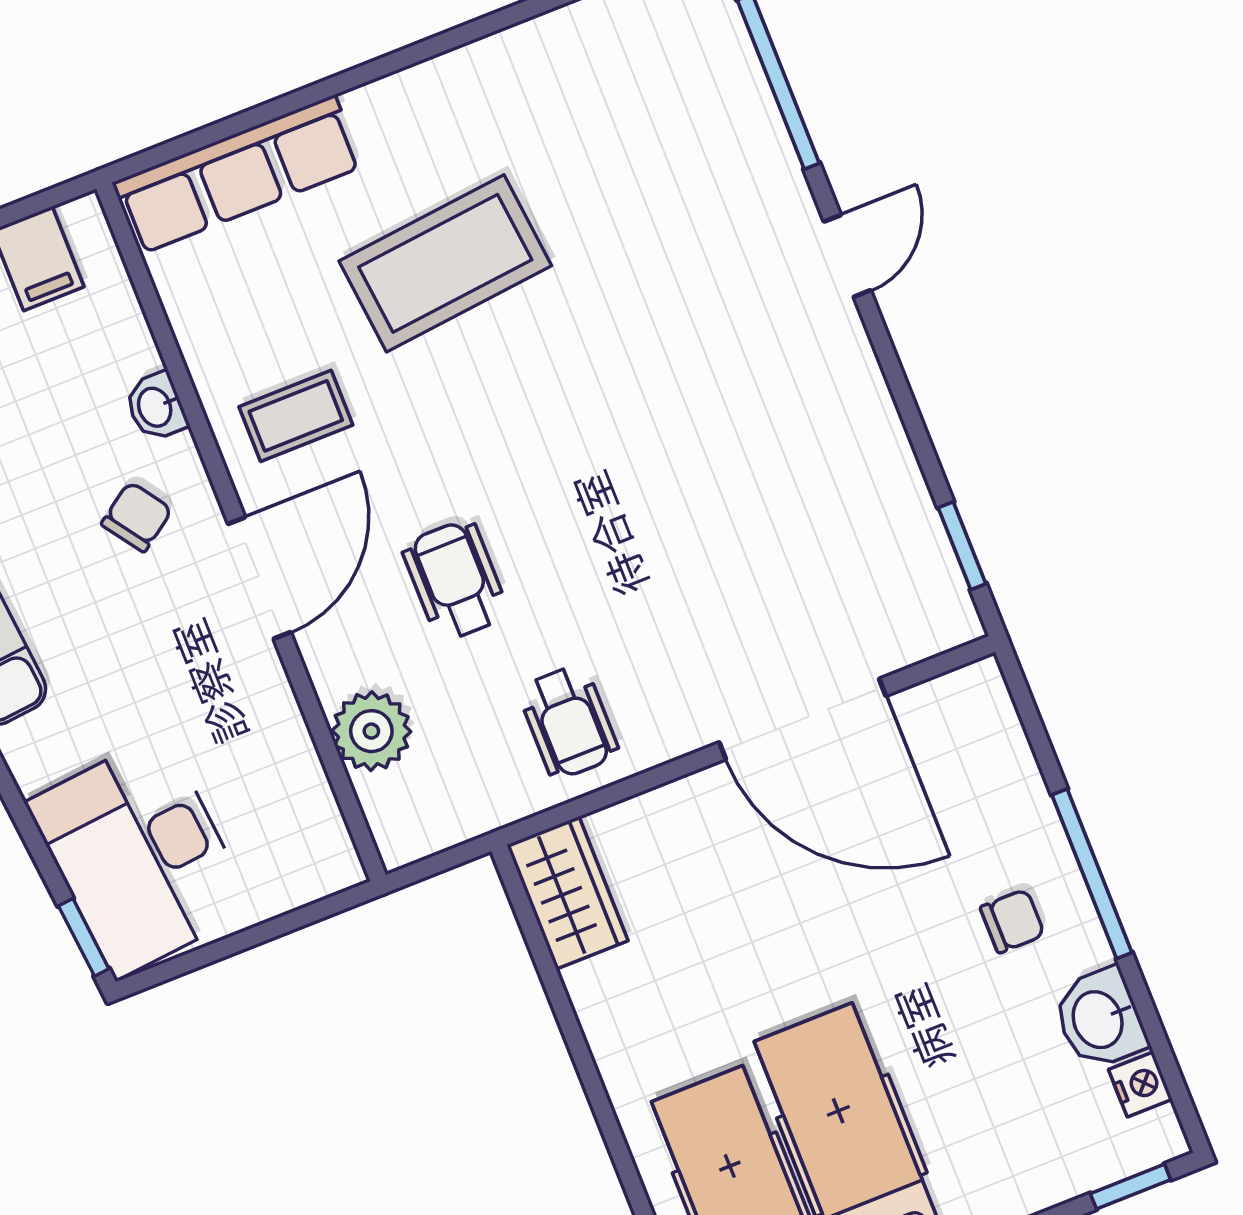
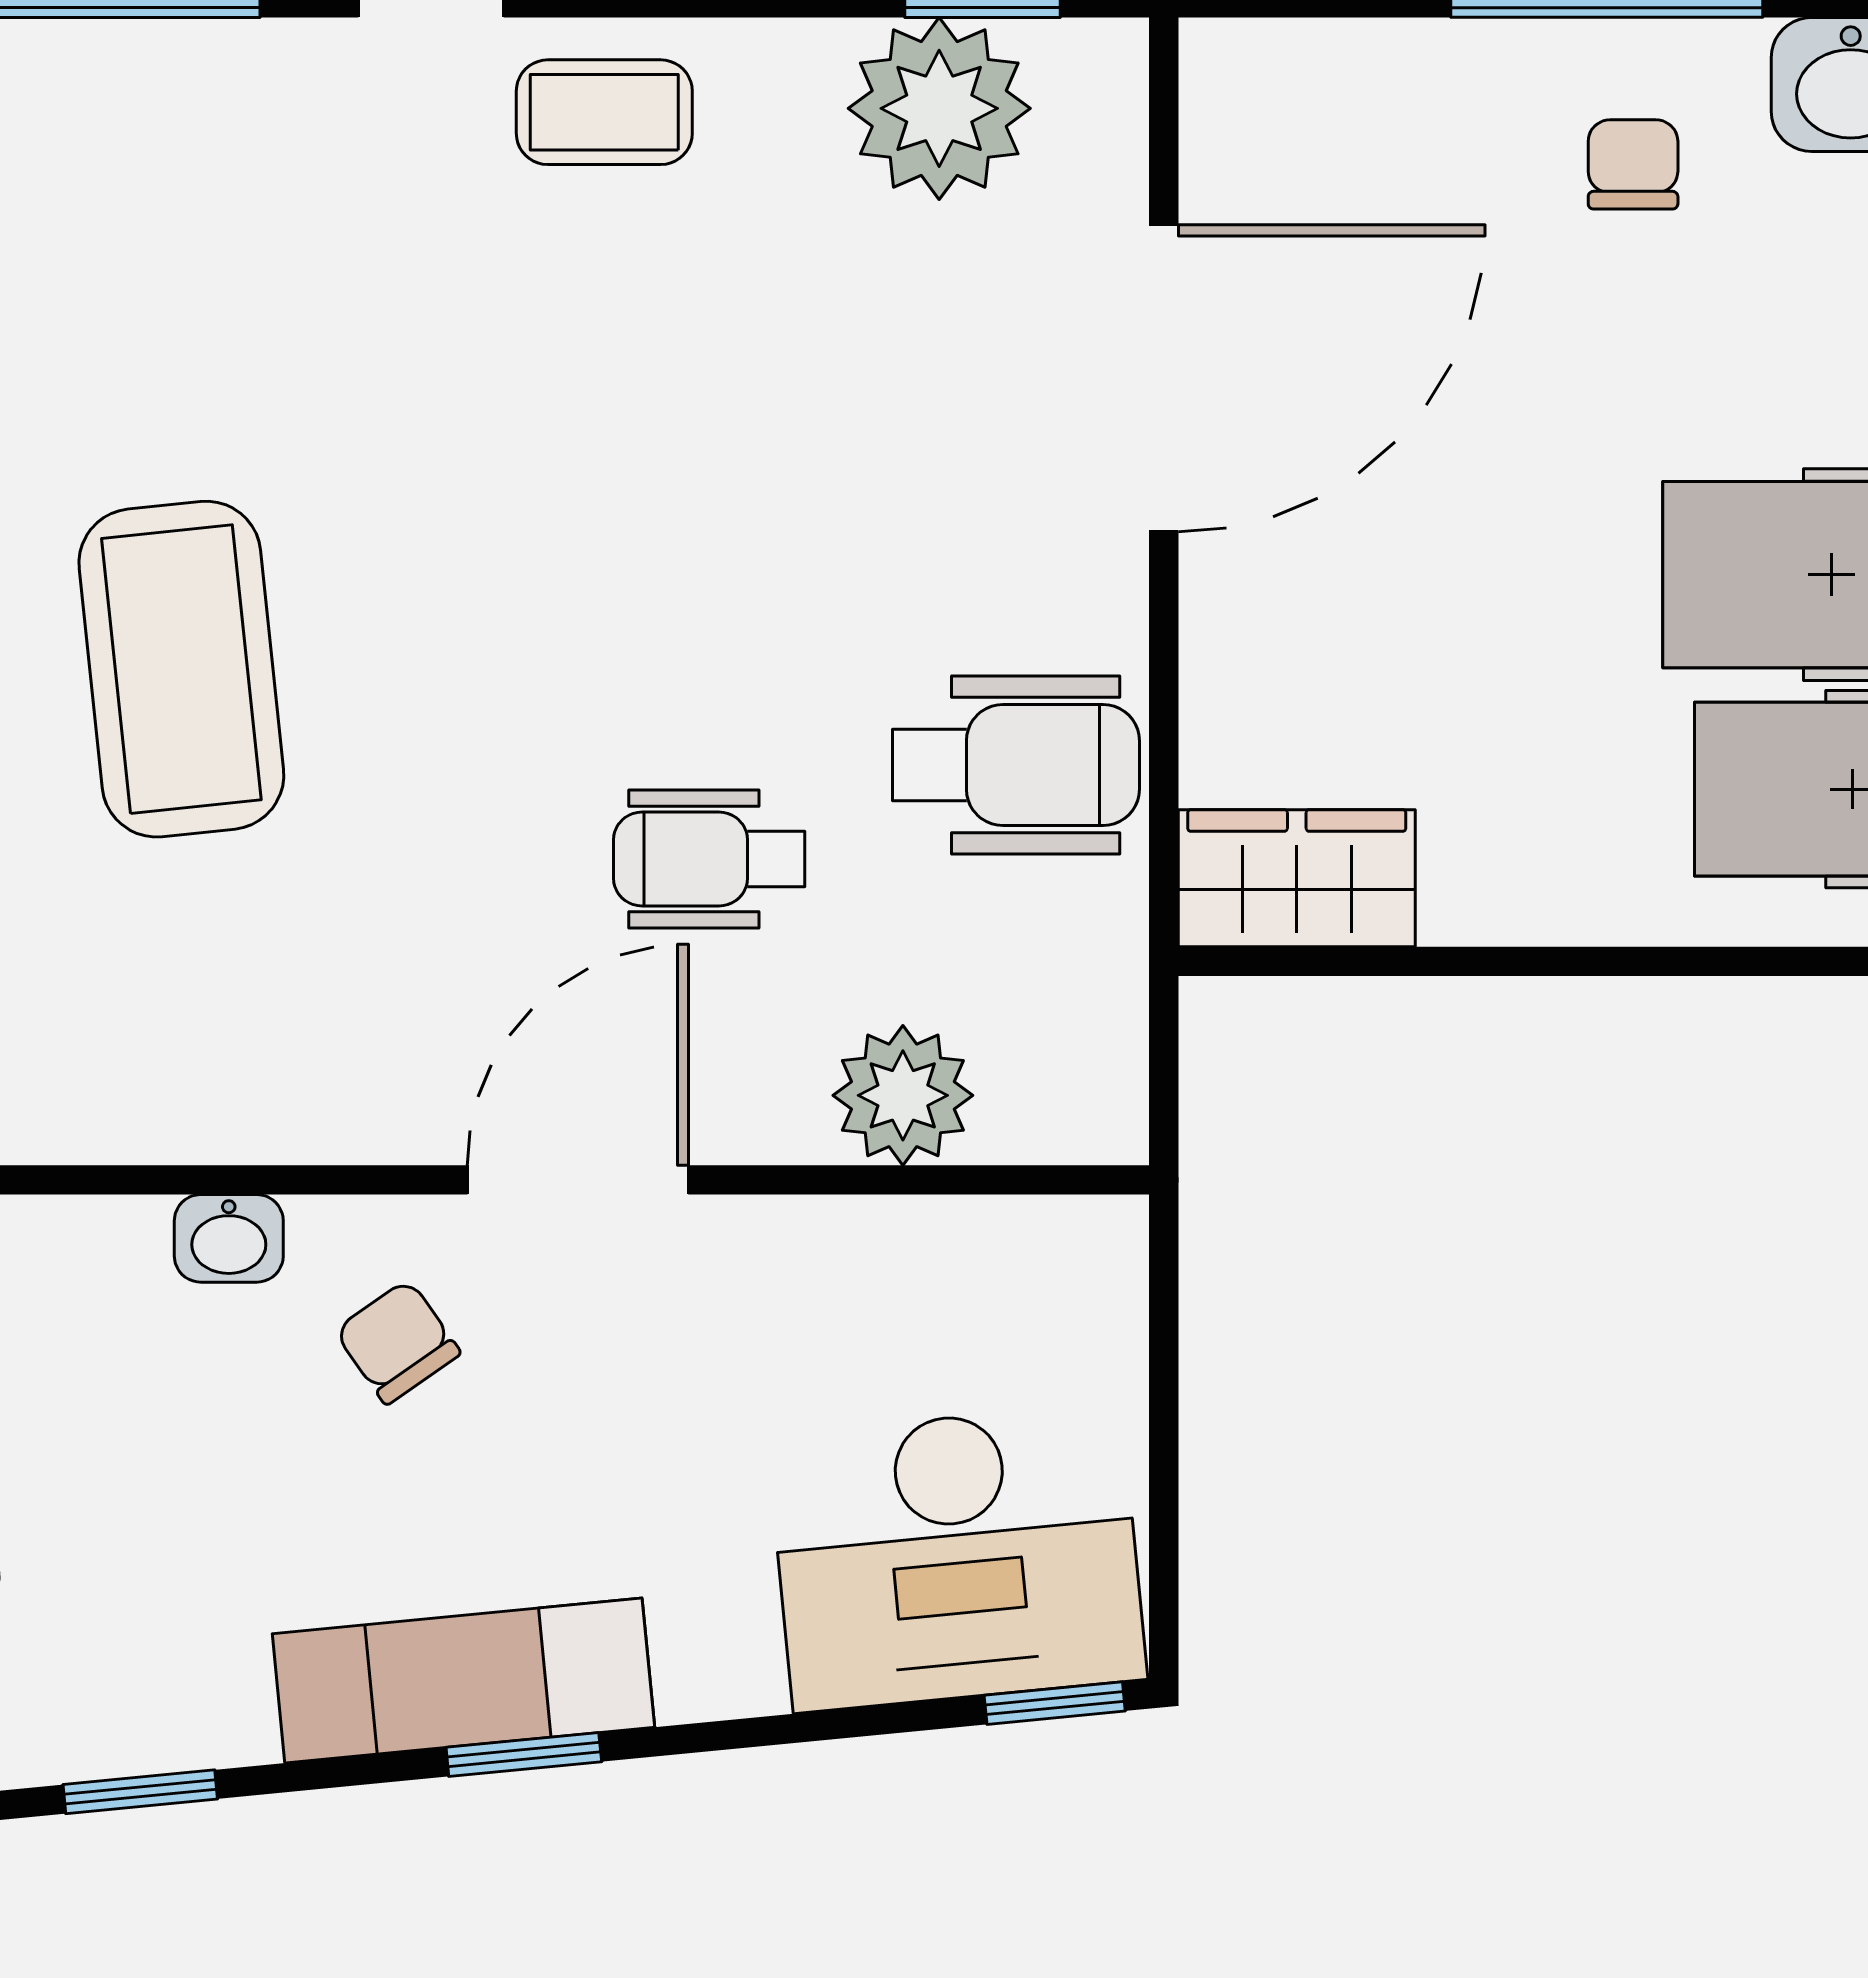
coffee table: (296, 416) -> (604, 112), moved, turned 90
plant: (898, 545) -> (939, 108), added
door: (259, 578) -> (578, 1180), hinge flipped
wheelchair: (568, 722) -> (1016, 765), width x1.36, depth x1.37

